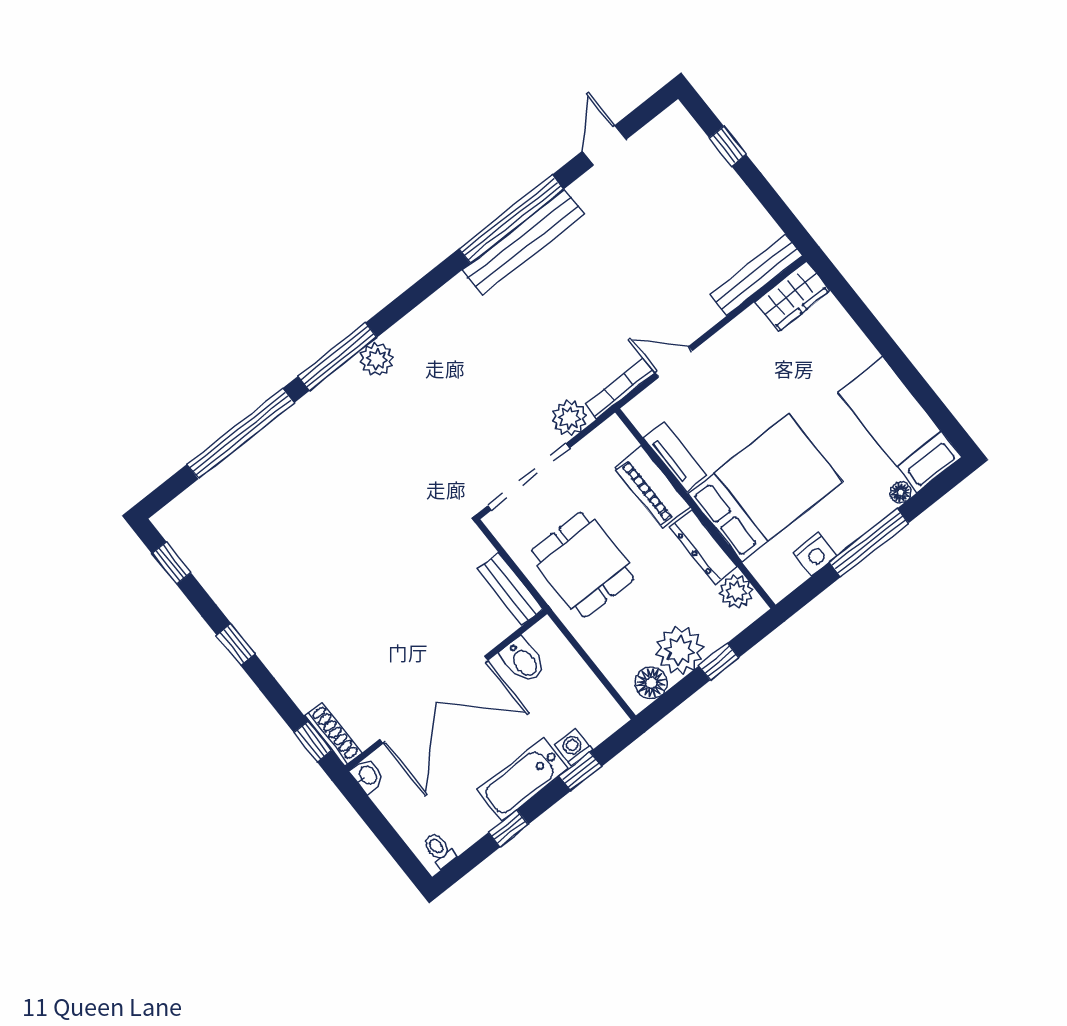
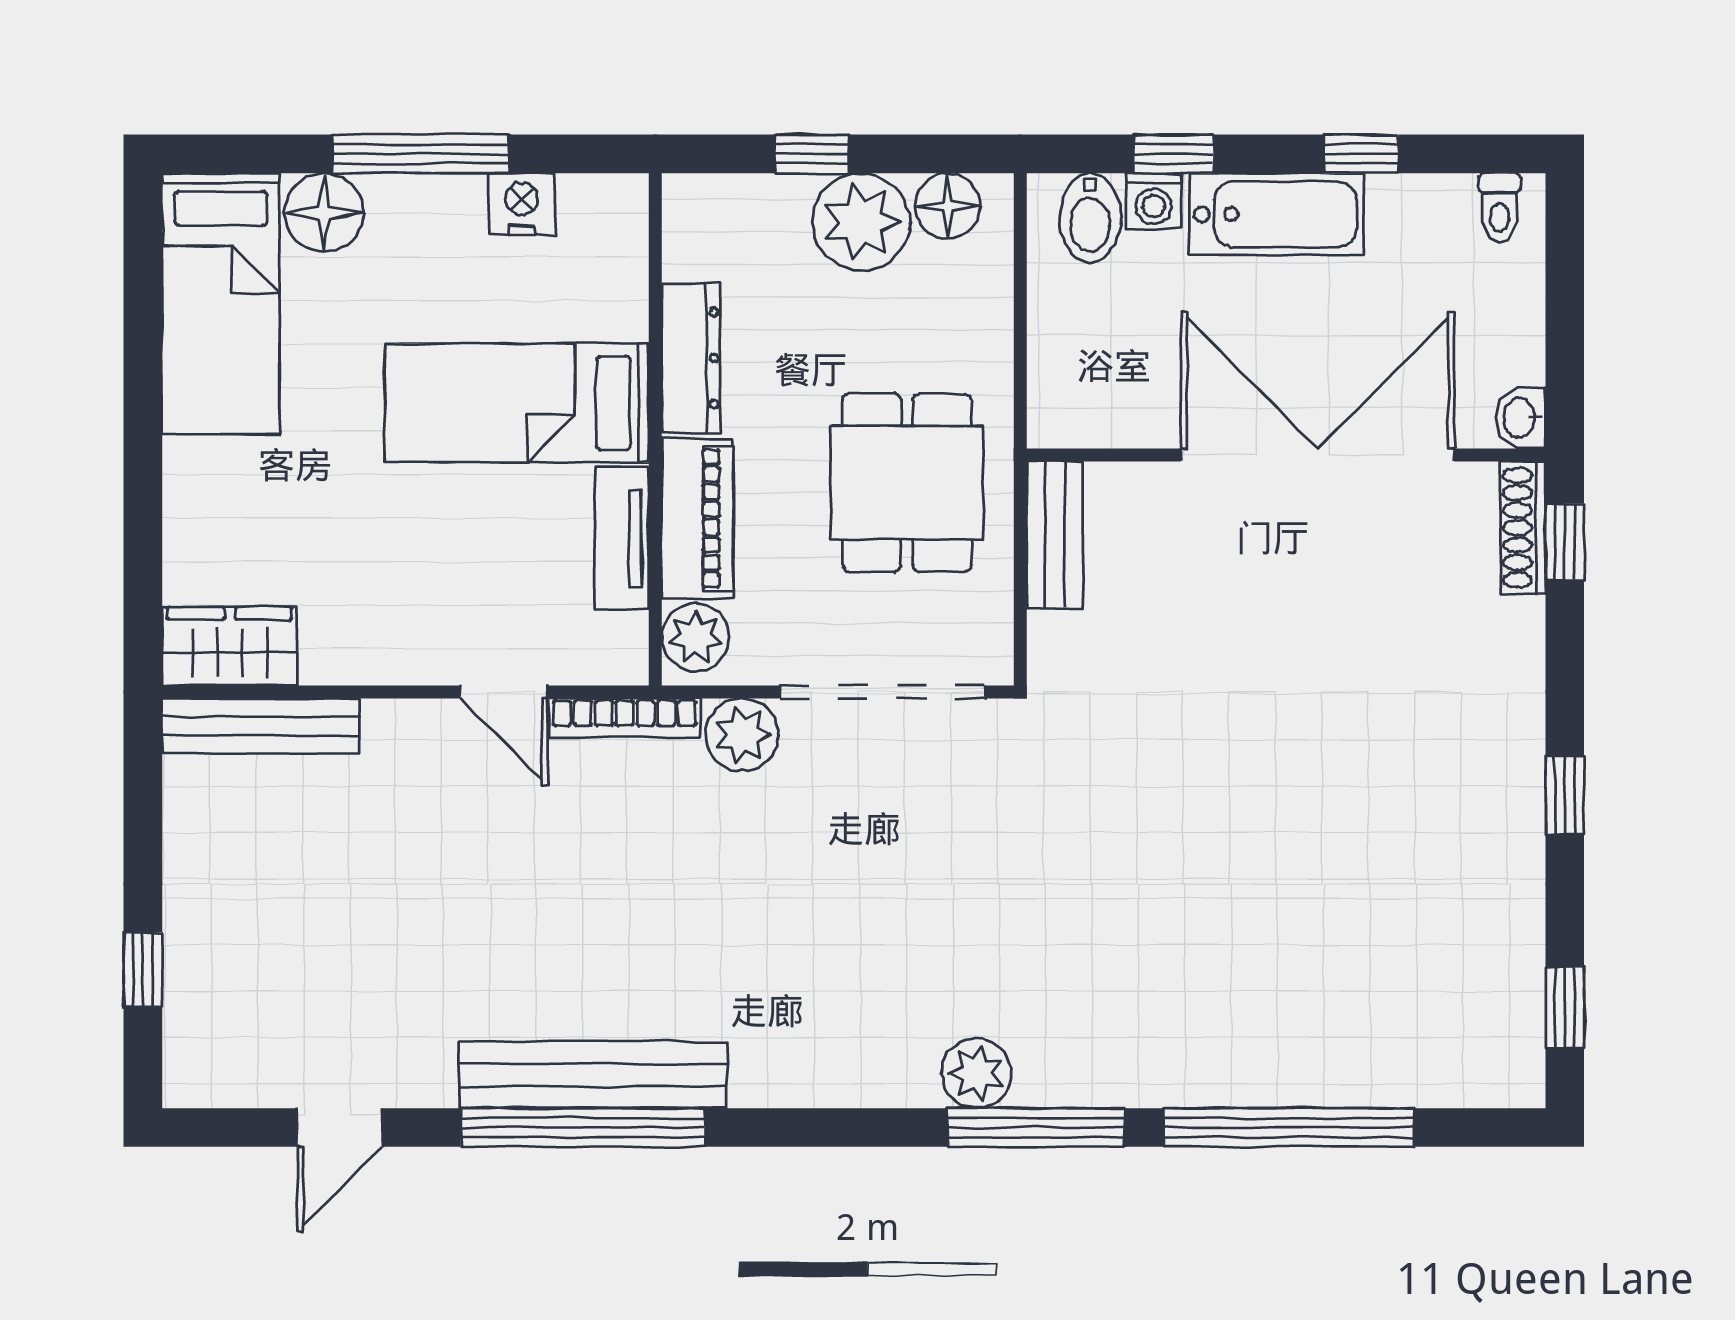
bed: (765, 488) -> (517, 403), width x0.67
floor lamp: (901, 492) -> (324, 213), width x1.89, depth x1.89
plant: (736, 592) -> (696, 637), moved
bidet: (523, 661) -> (1090, 218), moved, turned 180

